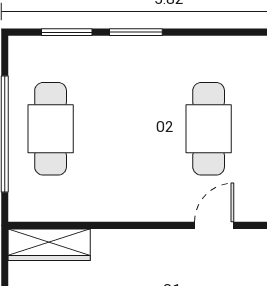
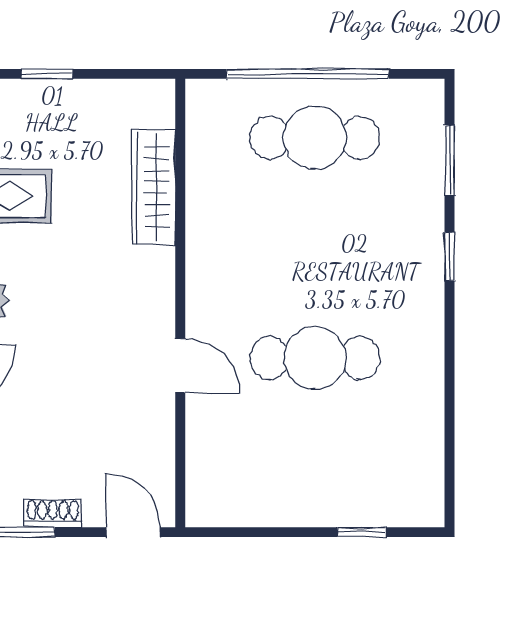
window: (136, 32) -> (450, 257), width x0.67
wardrobe: (49, 245) -> (153, 187), moved

